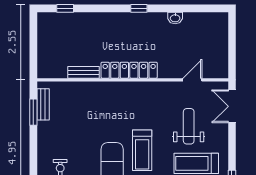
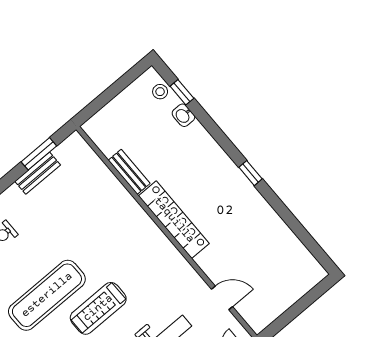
washbasin: (175, 18) -> (183, 115), moved
stool: (55, 20) -> (160, 92), added
bench: (43, 104) -> (38, 173), moved

